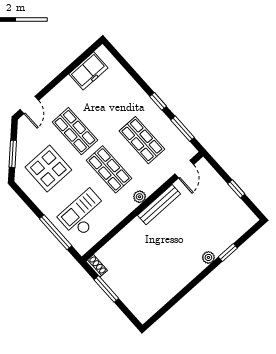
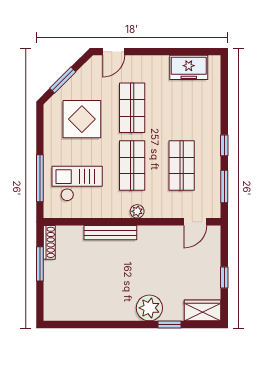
bench: (159, 205) -> (110, 233), moved
wardrobe: (241, 224) -> (203, 310), added
plant: (208, 257) -> (149, 308), width x1.88, depth x1.88
shoe rack: (97, 266) -> (49, 242), width x1.43

